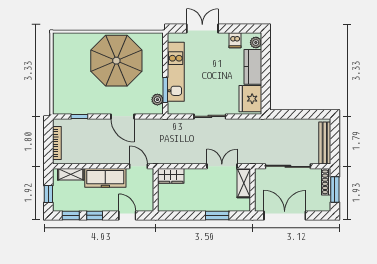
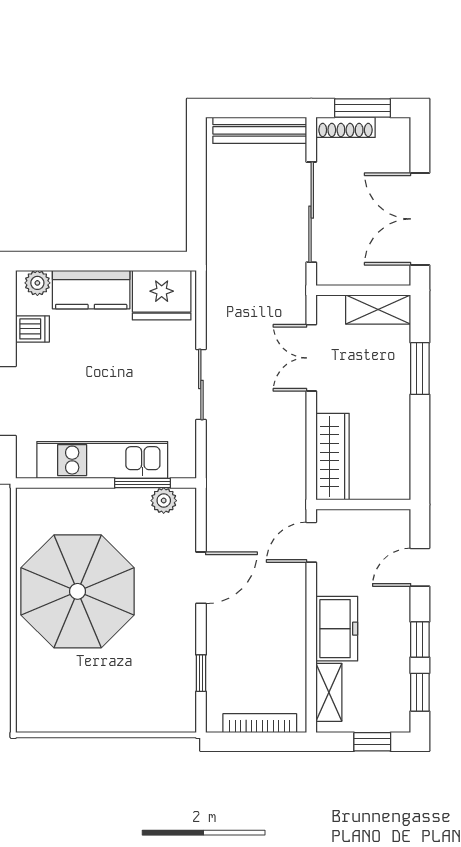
wardrobe: (171, 176) -> (333, 457), width x1.50
freezer: (105, 178) -> (337, 629), width x0.71
shelving: (244, 183) -> (378, 309), moved

